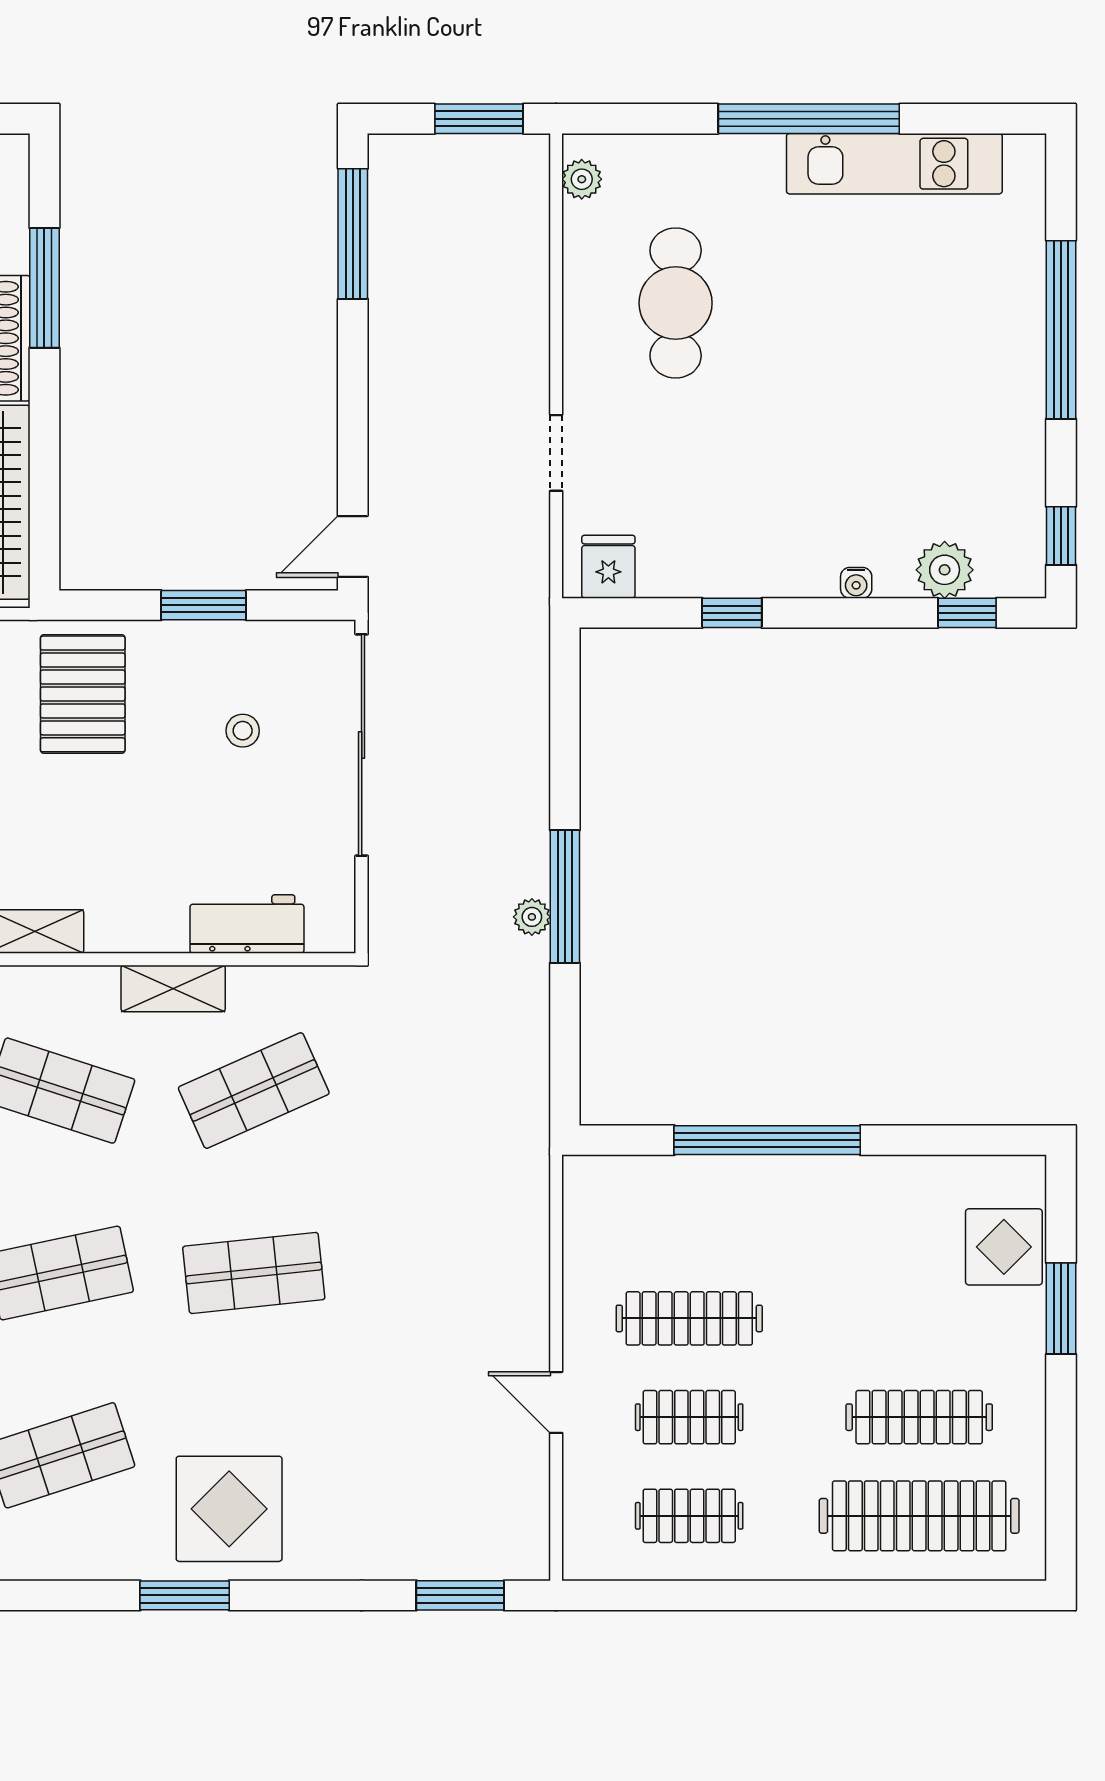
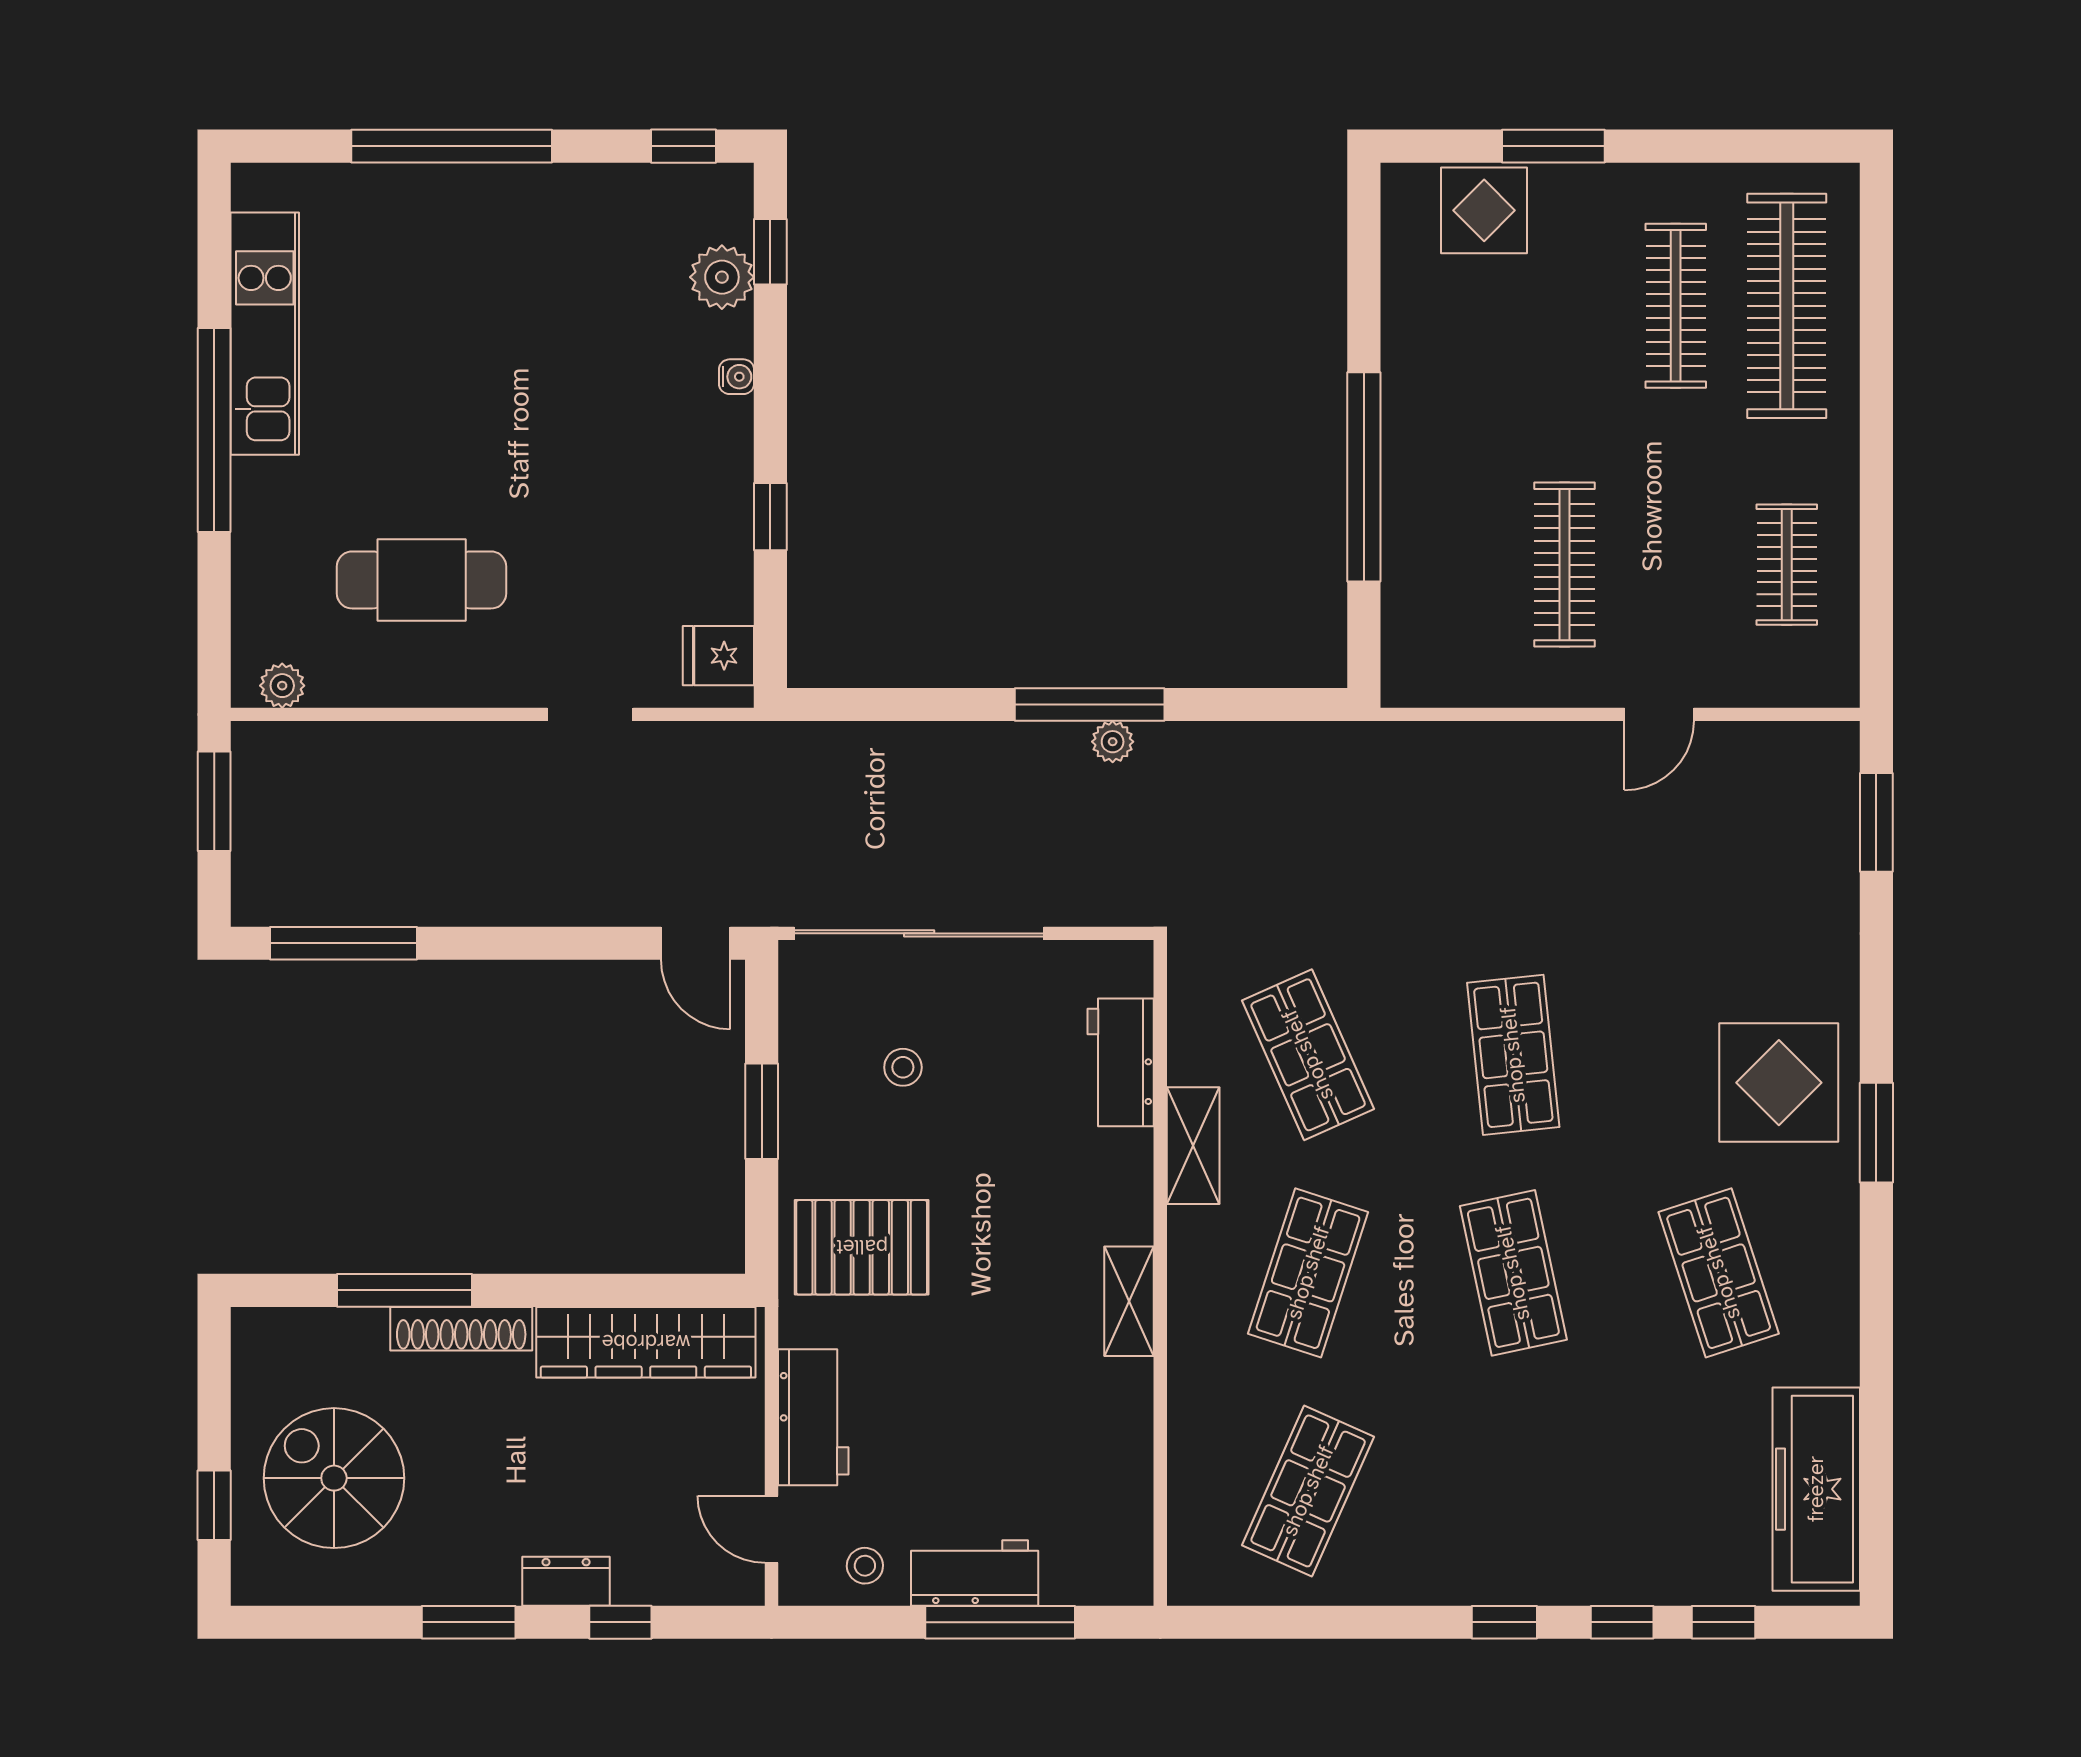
clothes rail: (689, 1417) -> (1676, 565), removed

